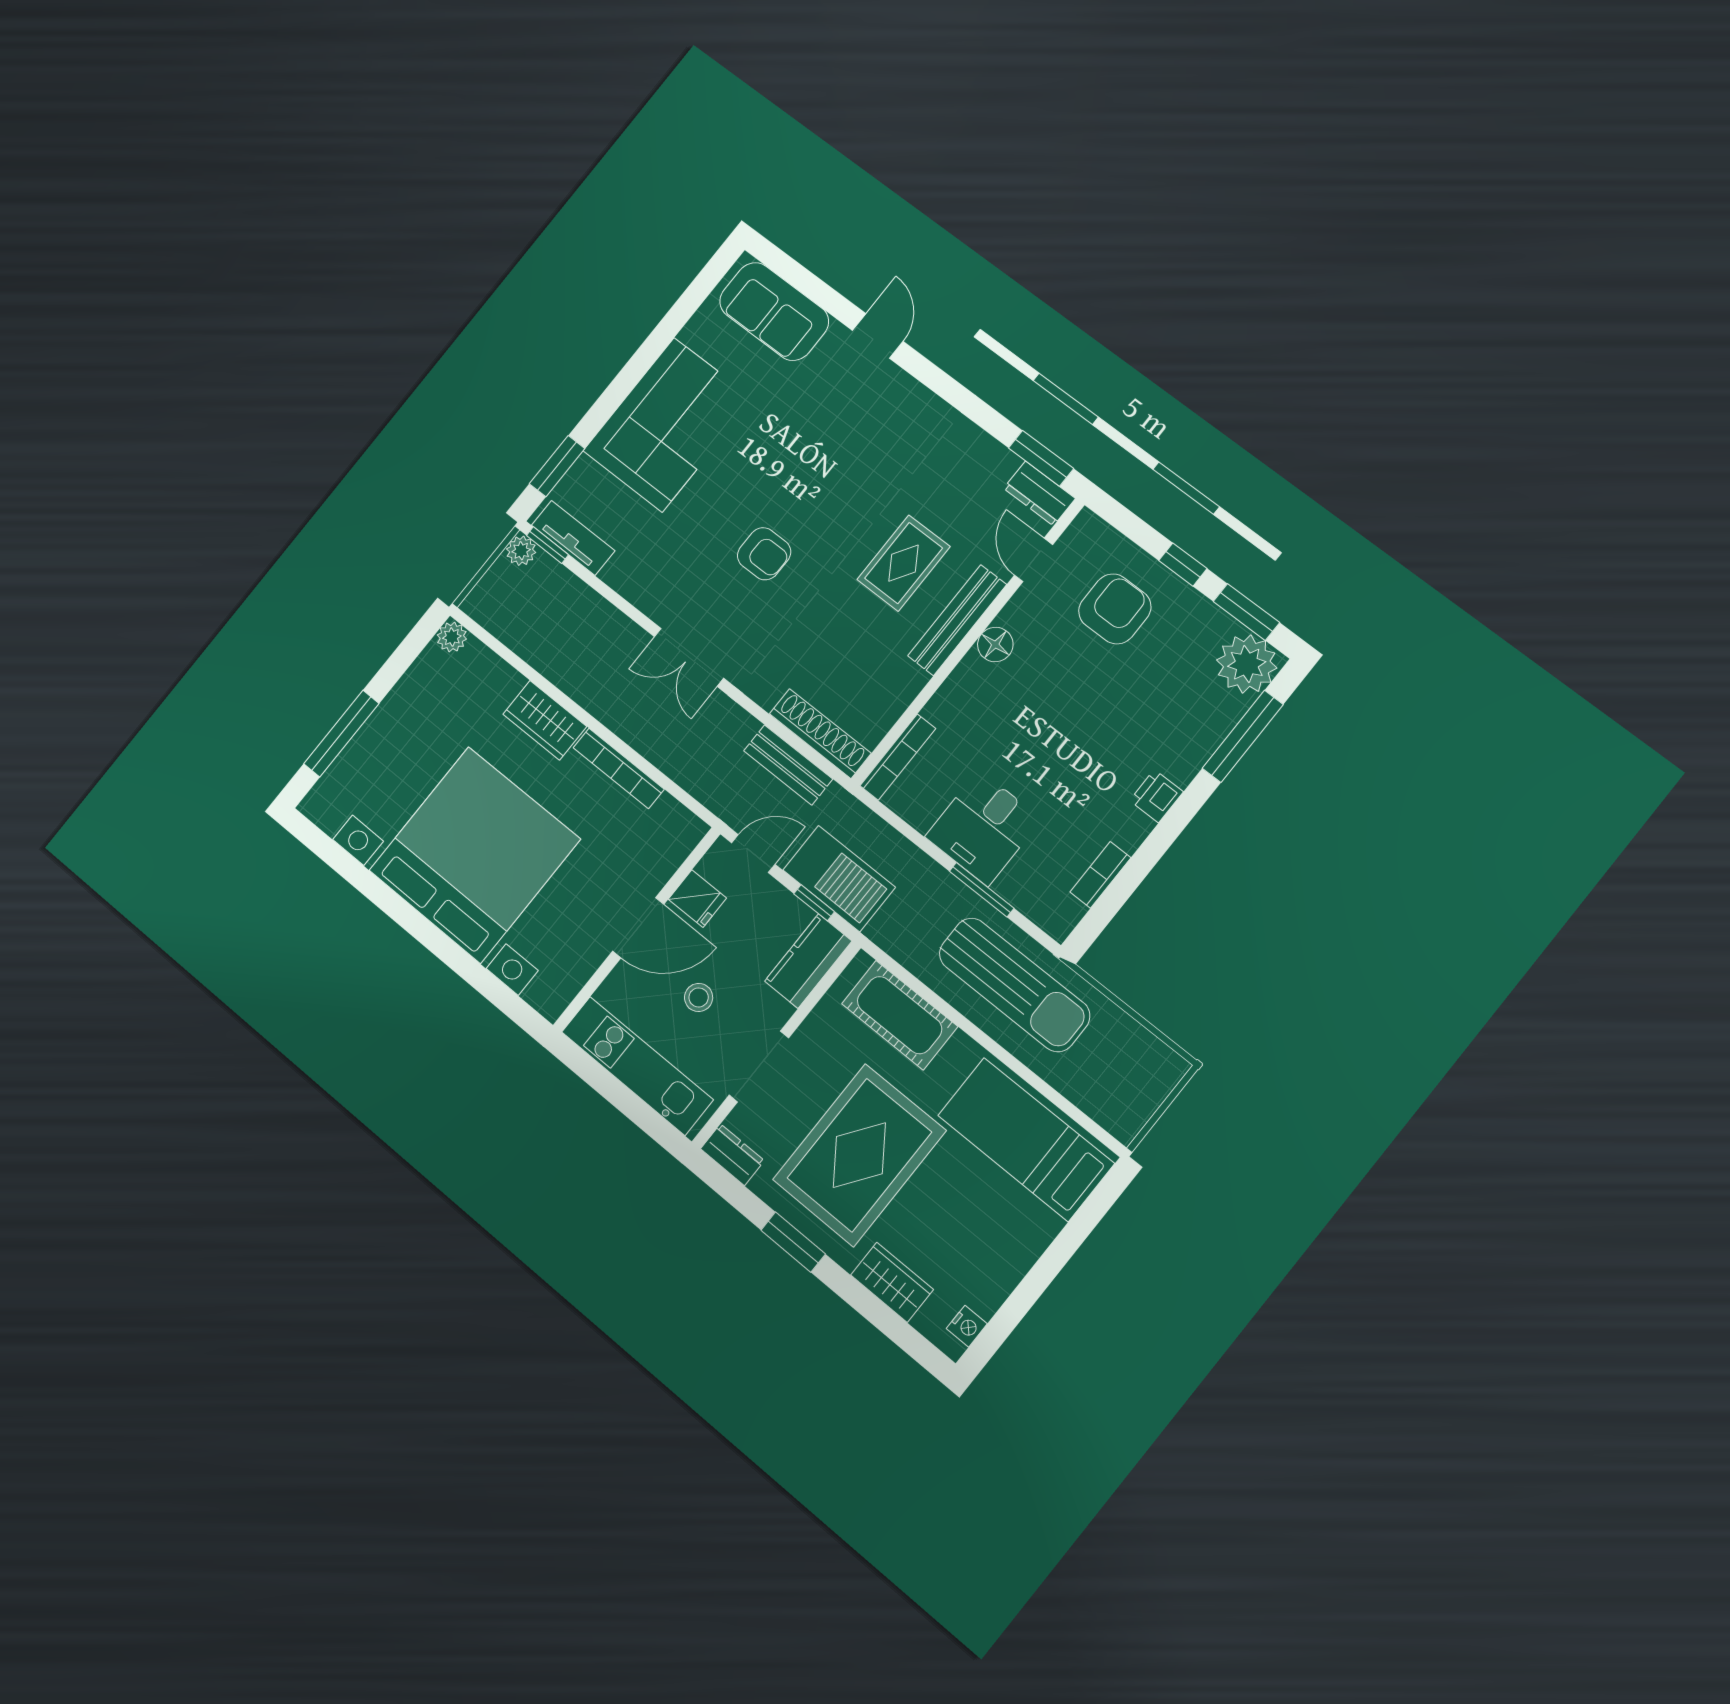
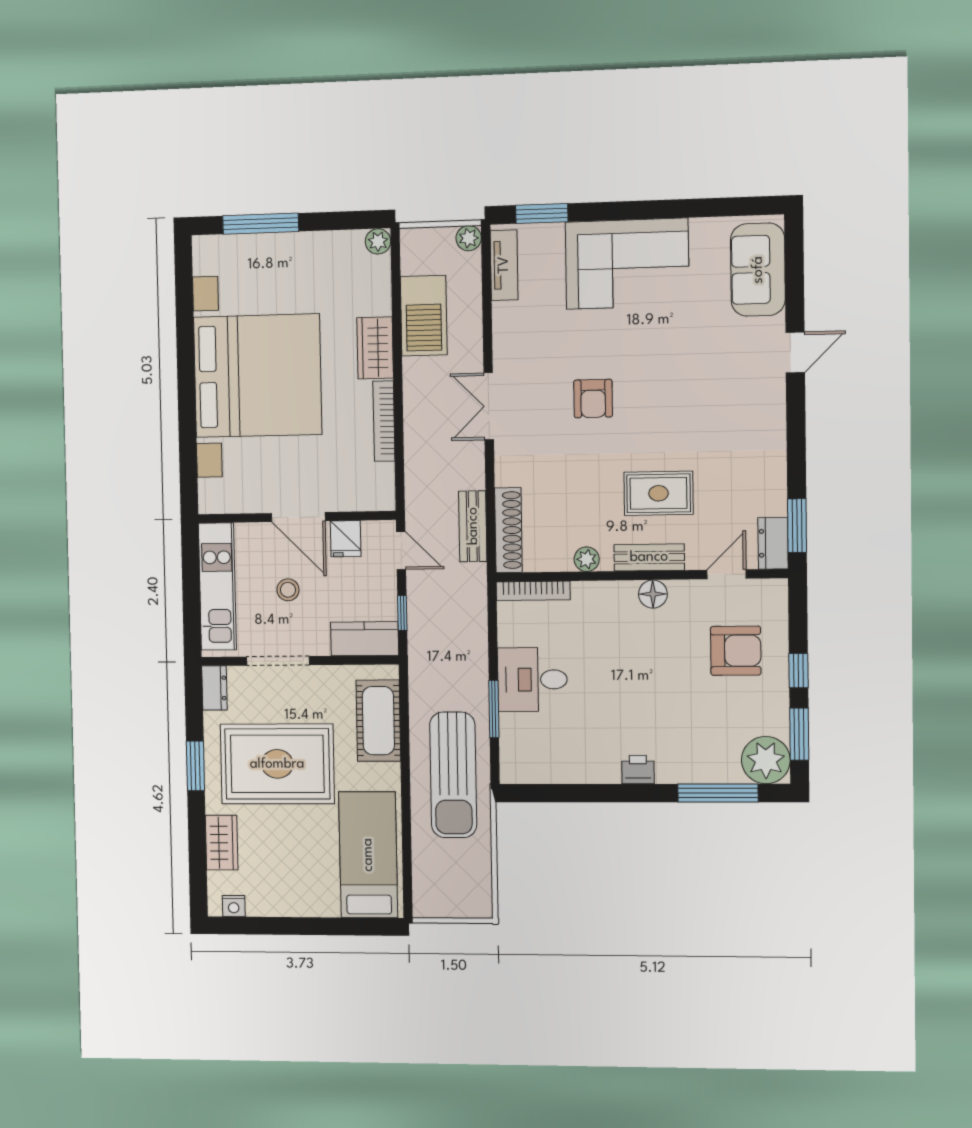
window: (547, 545) -> (486, 252), removed
bench: (957, 620) -> (649, 557), width x0.73
plant: (910, 681) -> (587, 559), added
bookcase: (1100, 875) -> (562, 774), removed
barbecue: (839, 879) -> (424, 316), moved

